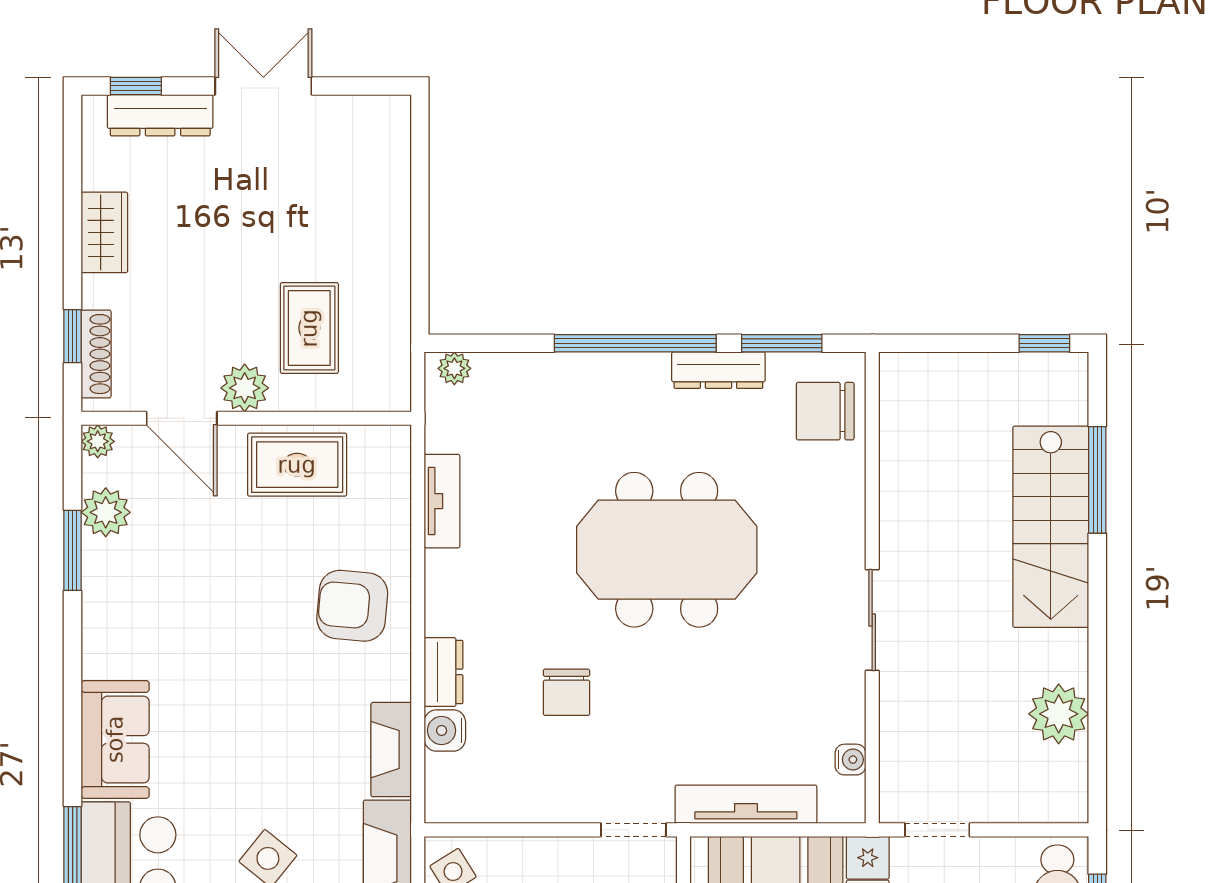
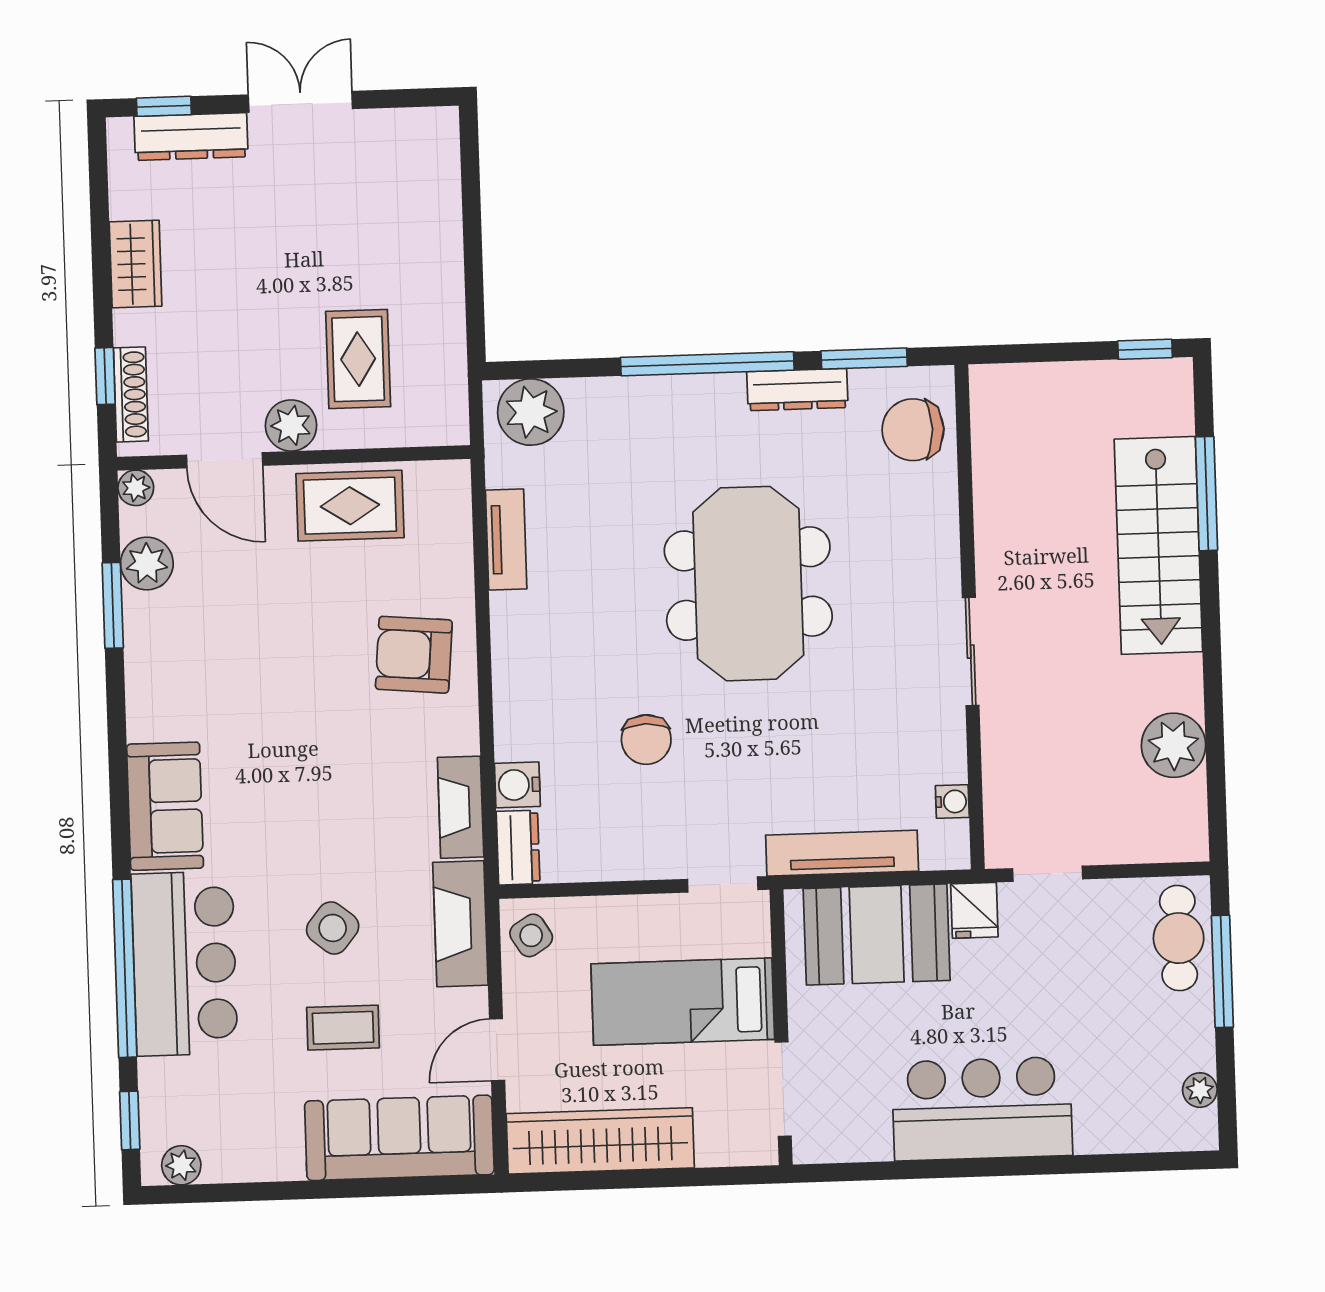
plant: (454, 368) -> (531, 412), width x1.88, depth x1.88
meeting table: (667, 550) -> (748, 584), turned 90
dresser: (443, 672) -> (518, 848), moved

